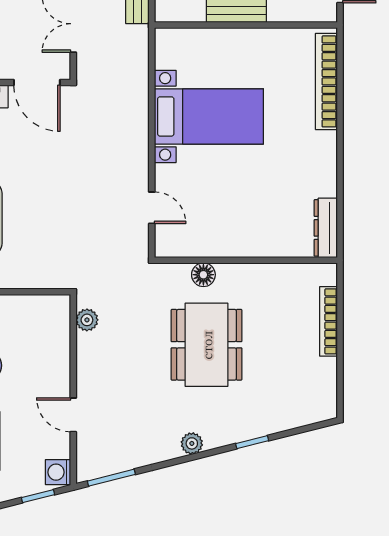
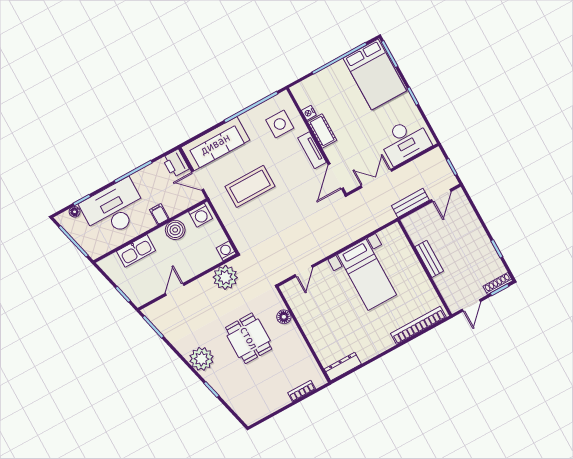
plant: (87, 320) -> (225, 277), width x1.88, depth x1.88
bookcase: (328, 321) -> (302, 391), width x0.64
dining table: (207, 345) -> (249, 338), width x0.73
plant: (192, 443) -> (201, 359), width x1.88, depth x1.88
washing machine: (58, 472) -> (226, 251), moved

